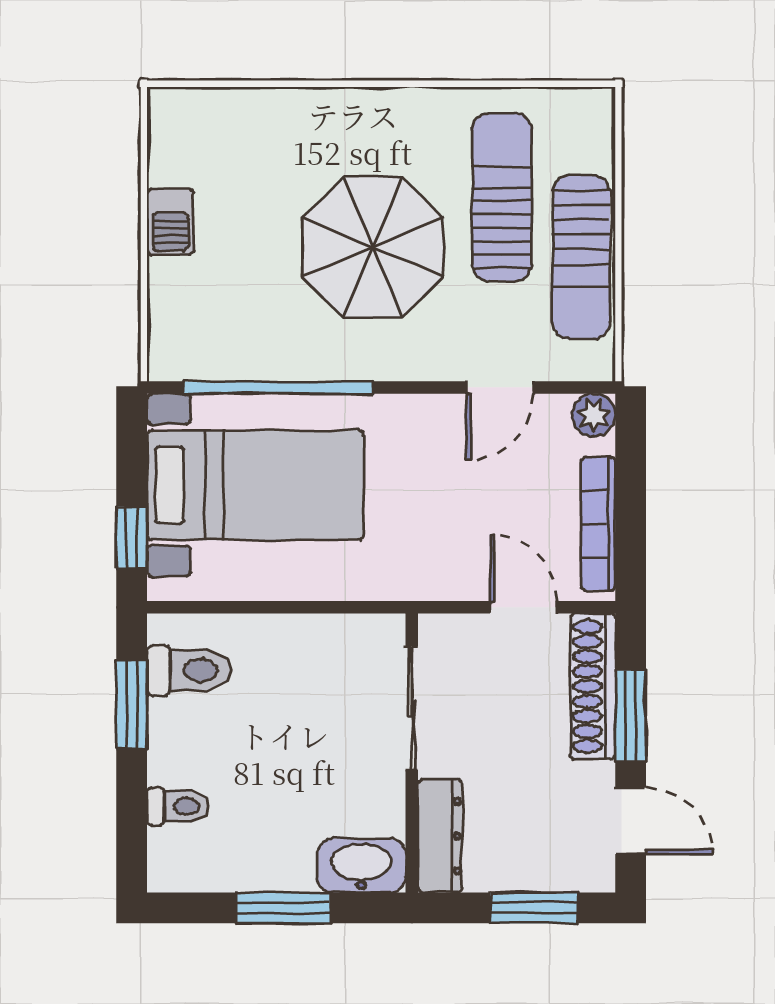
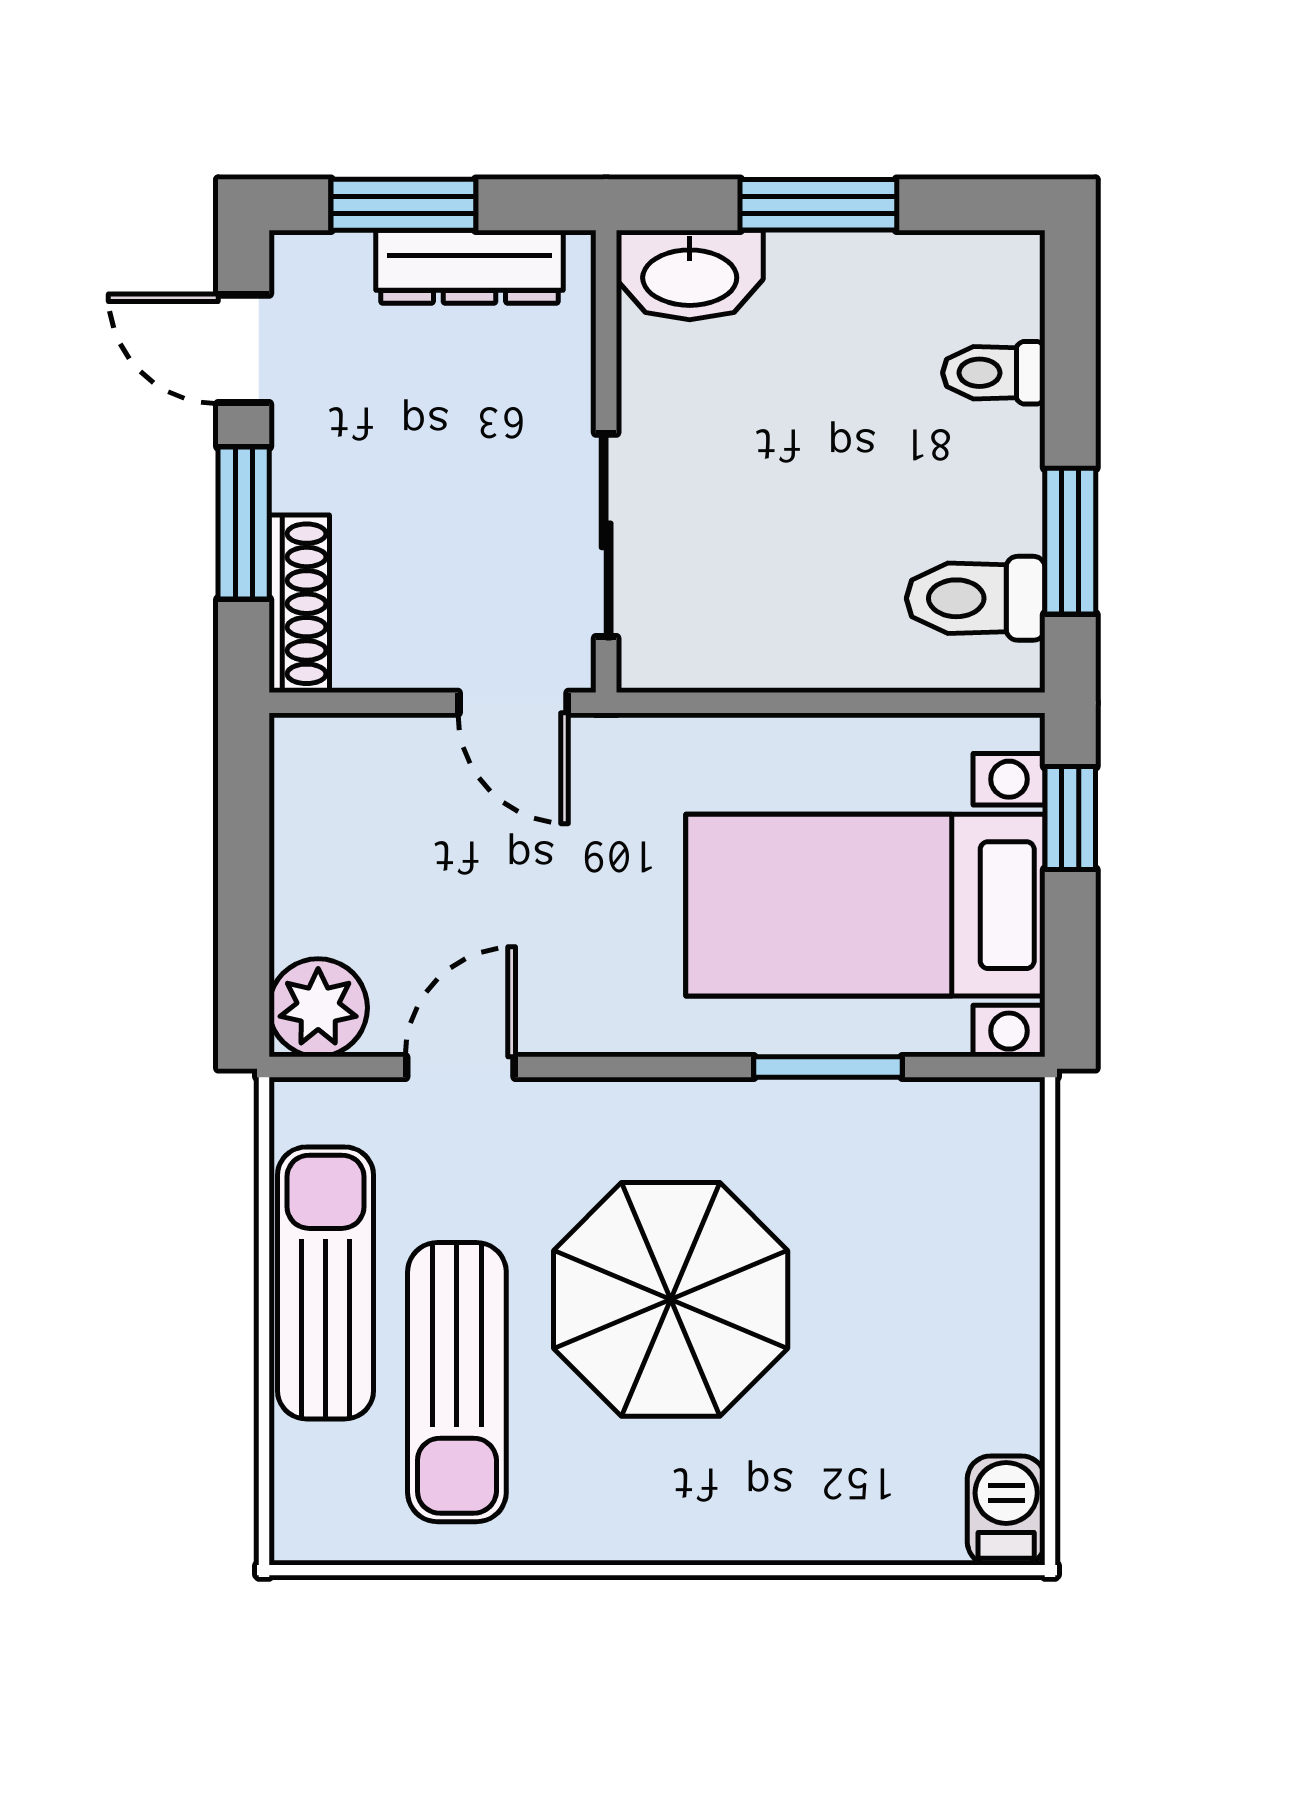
barbecue: (170, 222) -> (1006, 1510), moved
window: (278, 387) -> (828, 1067), width x0.47
plant: (594, 415) -> (318, 1008), width x1.38, depth x1.38
bookcase: (598, 524) -> (297, 841), removed
door: (523, 607) -> (513, 703), moved
shoe rack: (593, 686) -> (299, 604), width x0.74, depth x0.81
dresser: (440, 836) -> (470, 267), moved, turned -90

